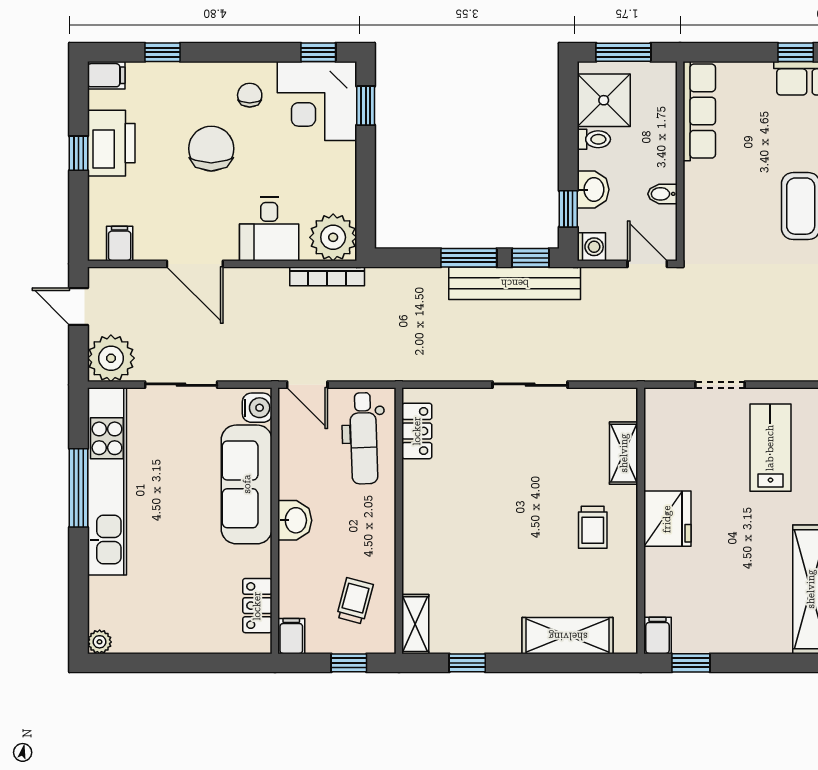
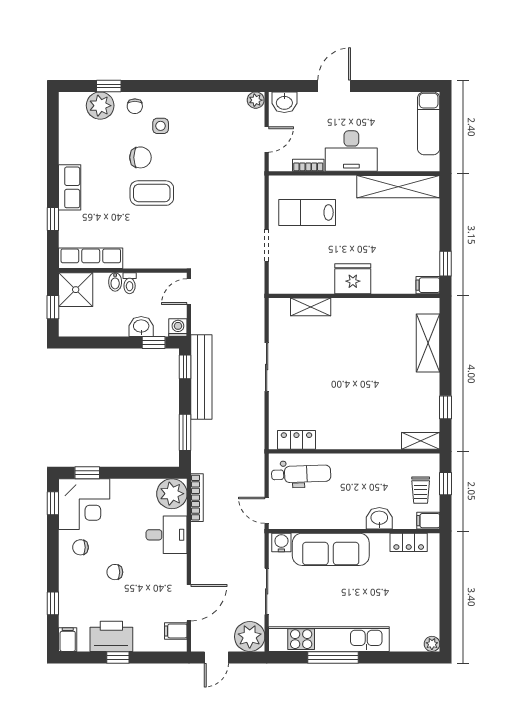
window: (623, 52) -> (53, 307), width x0.67
window: (796, 52) -> (53, 219), moved
shower: (604, 100) -> (76, 290), moved
toilet: (594, 139) -> (130, 283), moved, turned 180
chair: (211, 149) -> (115, 572), width x0.54, depth x0.54
bidet: (662, 194) -> (115, 282), moved
window: (469, 258) -> (185, 432), moved
door: (195, 264) -> (189, 603), moved
door: (307, 385) -> (267, 510), swing flipped
washbasin: (295, 520) -> (379, 518), moved
trolley: (593, 527) -> (358, 327), removed
trolley: (355, 601) -> (421, 490), moved, turned -105

